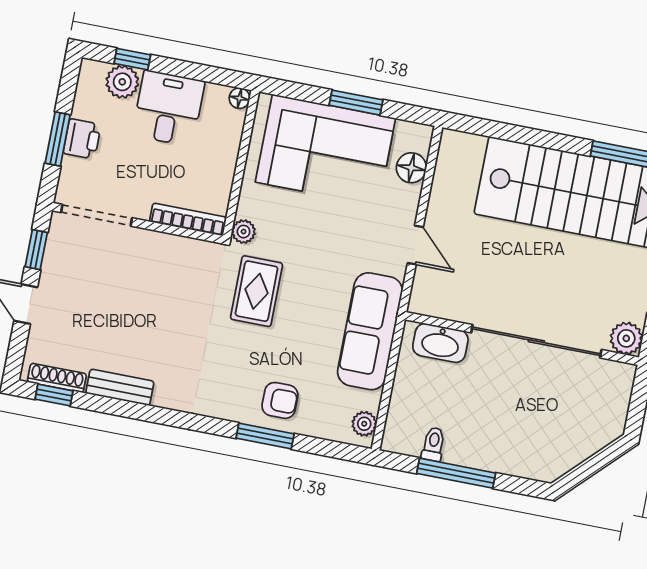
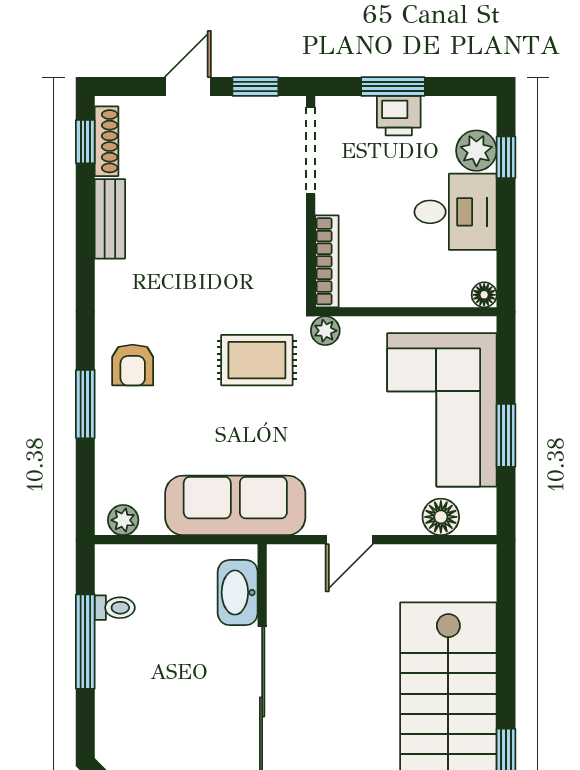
armchair: (280, 400) -> (133, 365), moved

